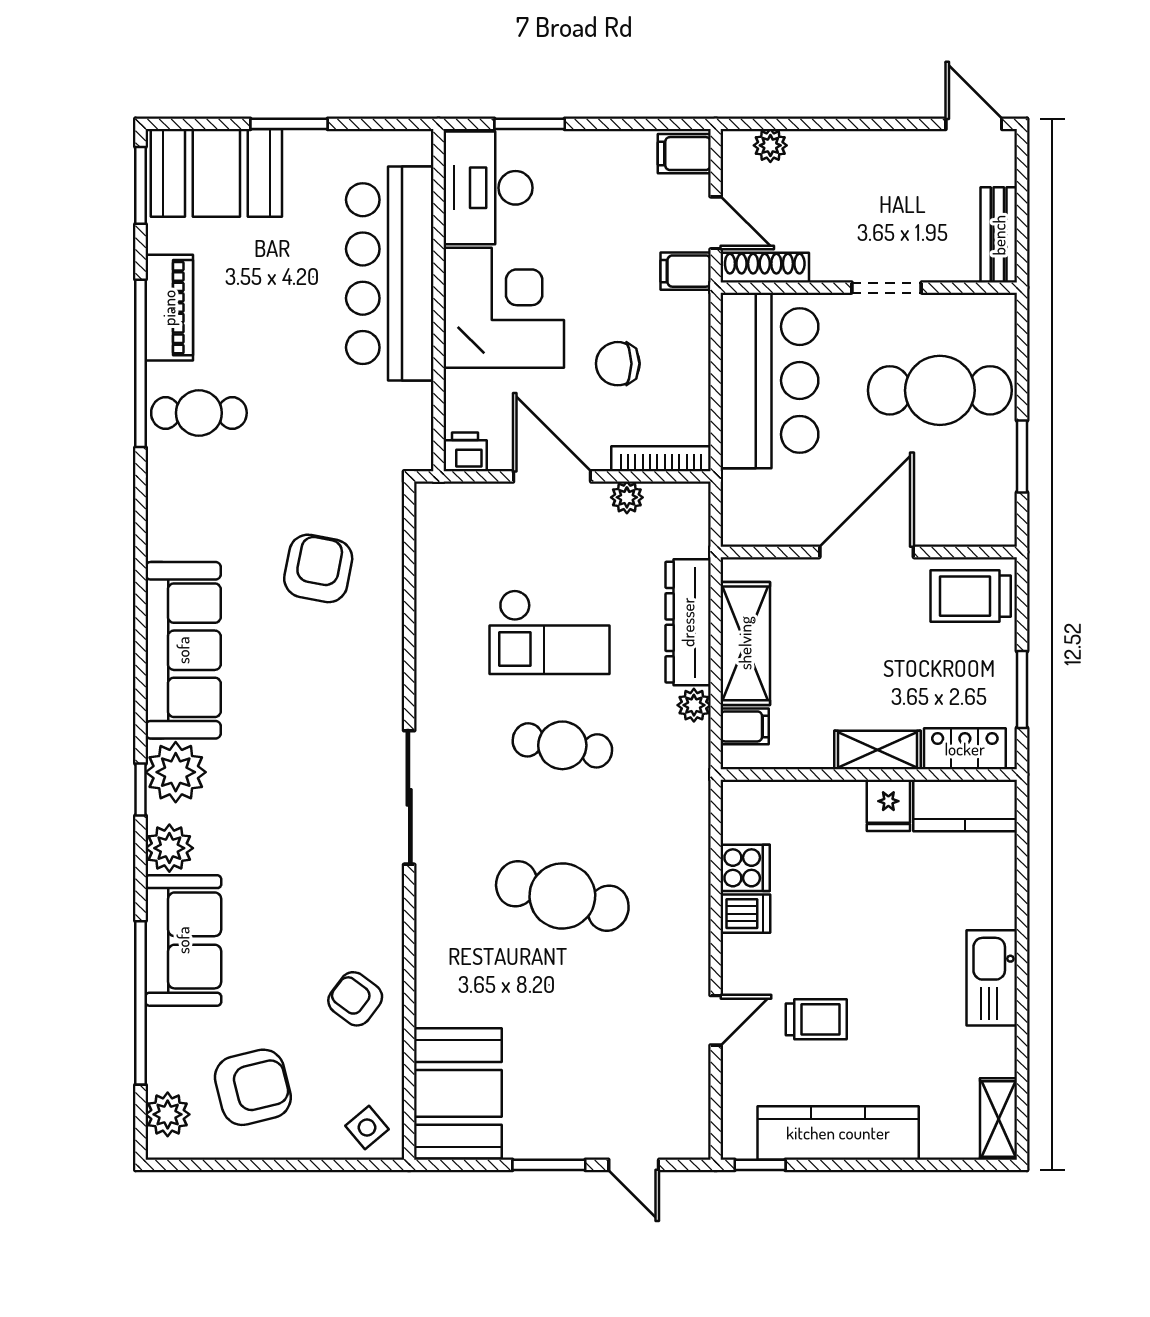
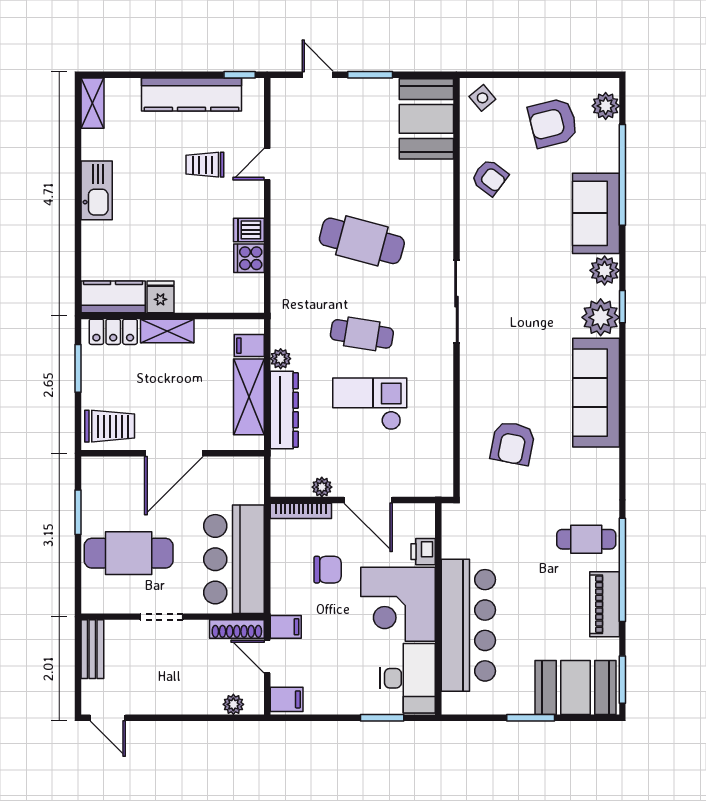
printer: (465, 452) -> (423, 552), moved, turned 90

